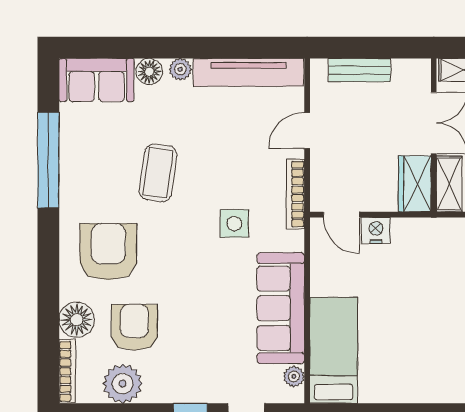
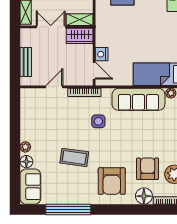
tv unit: (248, 72) -> (27, 115), removed
door: (307, 131) -> (54, 87), swing flipped
door: (341, 215) -> (94, 71), hinge flipped
armchair: (108, 252) -> (112, 181), turned -90
armchair: (134, 327) -> (148, 169), turned 90

